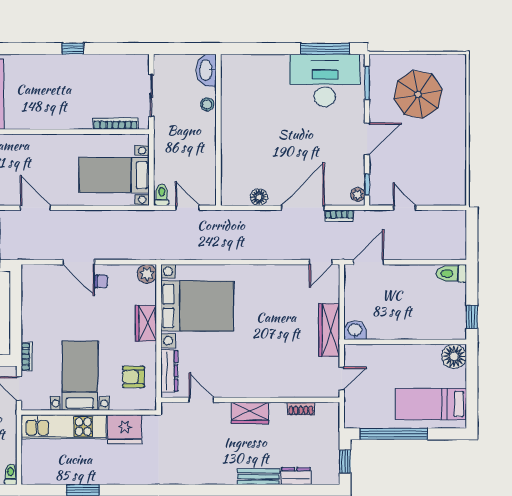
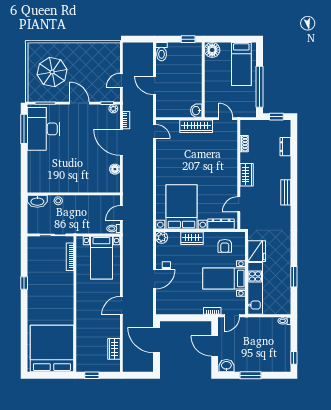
door: (369, 262) -> (155, 85), moved
bench: (258, 477) -> (286, 192), moved

